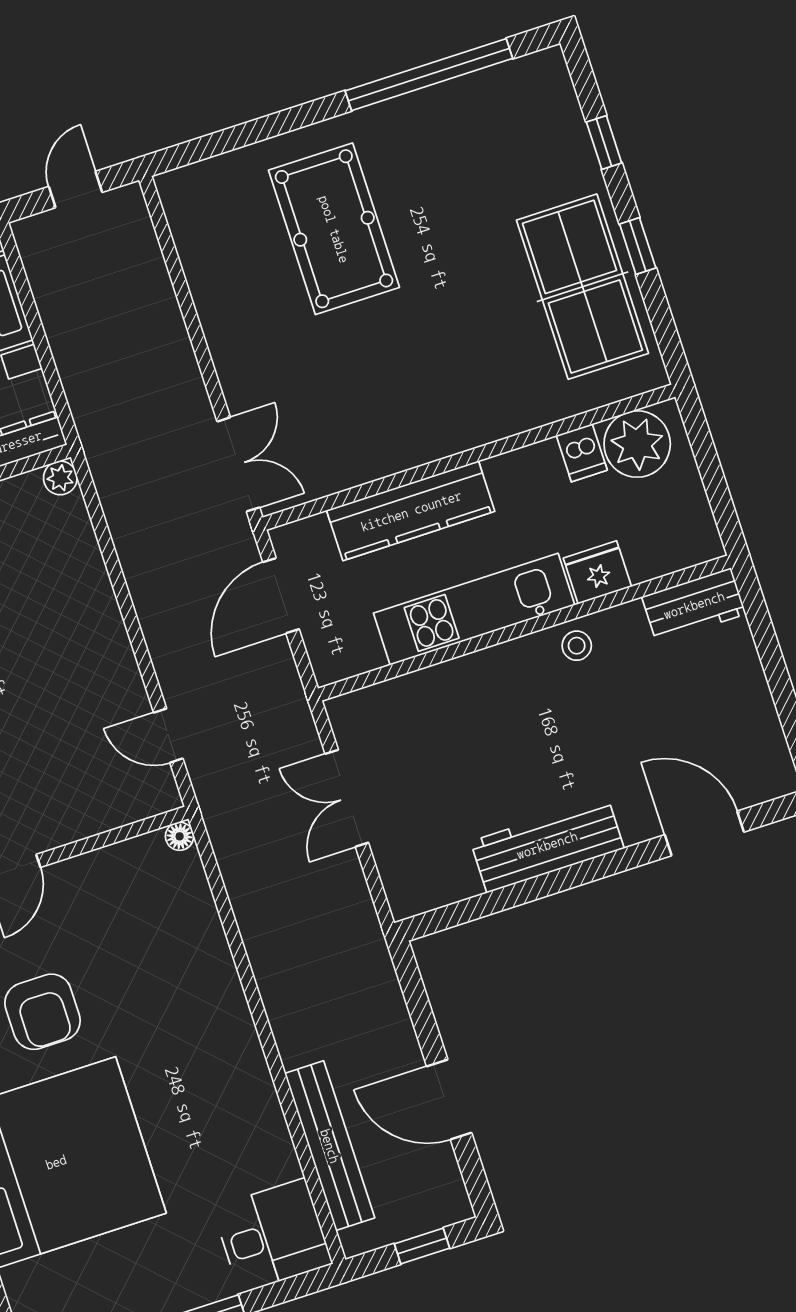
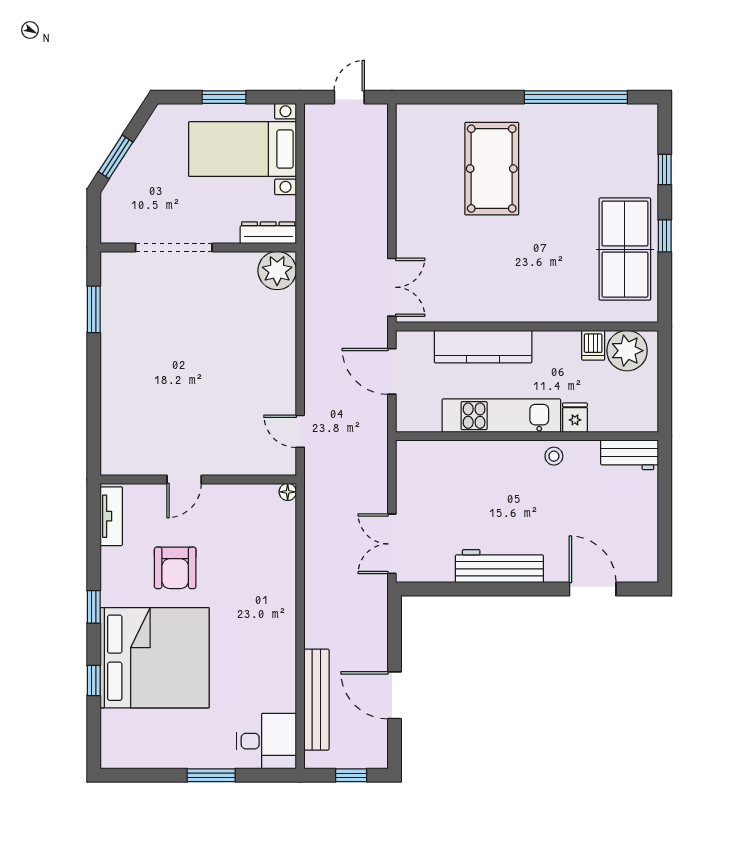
plant: (60, 478) -> (277, 271), width x1.88, depth x1.88
fridge: (597, 572) -> (575, 418), width x0.72
door: (281, 596) -> (392, 371), hinge flipped
double door: (347, 798) -> (392, 544), moved

